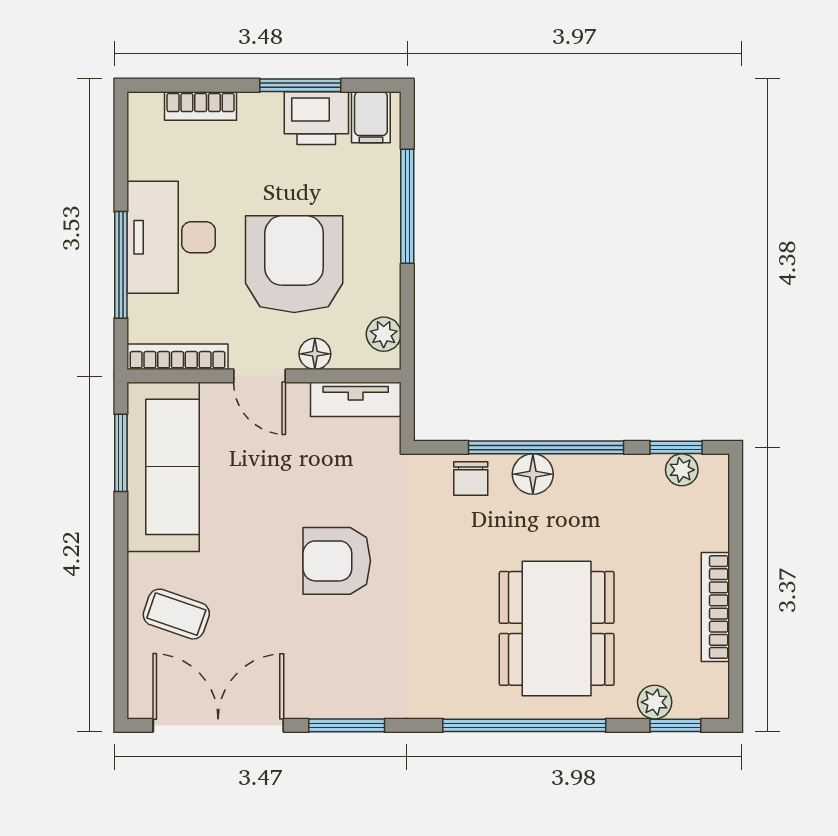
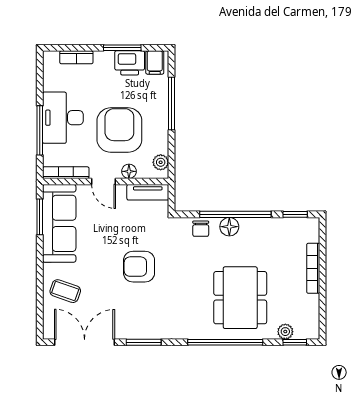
plant: (682, 470) -> (298, 225), removed
bookcase: (715, 607) -> (313, 268), moved

